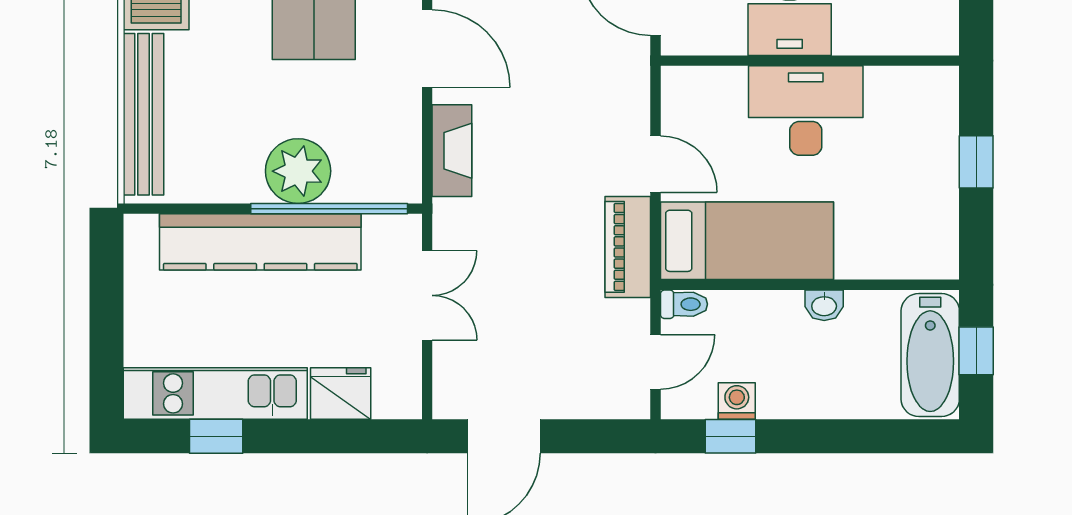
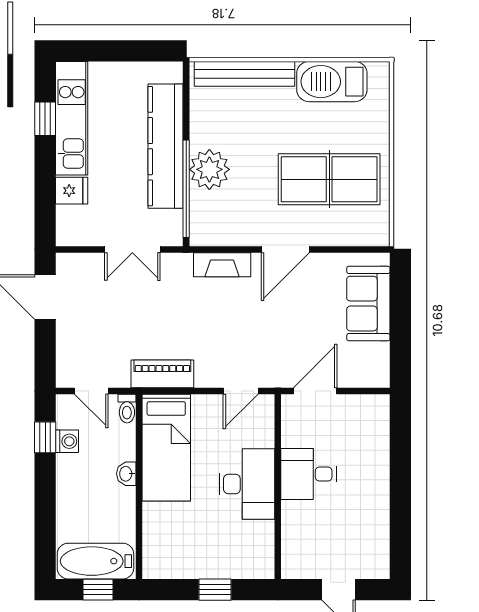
door: (656, 164) -> (241, 391), moved
washbasin: (824, 305) -> (126, 474), moved
fridge: (341, 393) -> (72, 191), width x0.72

